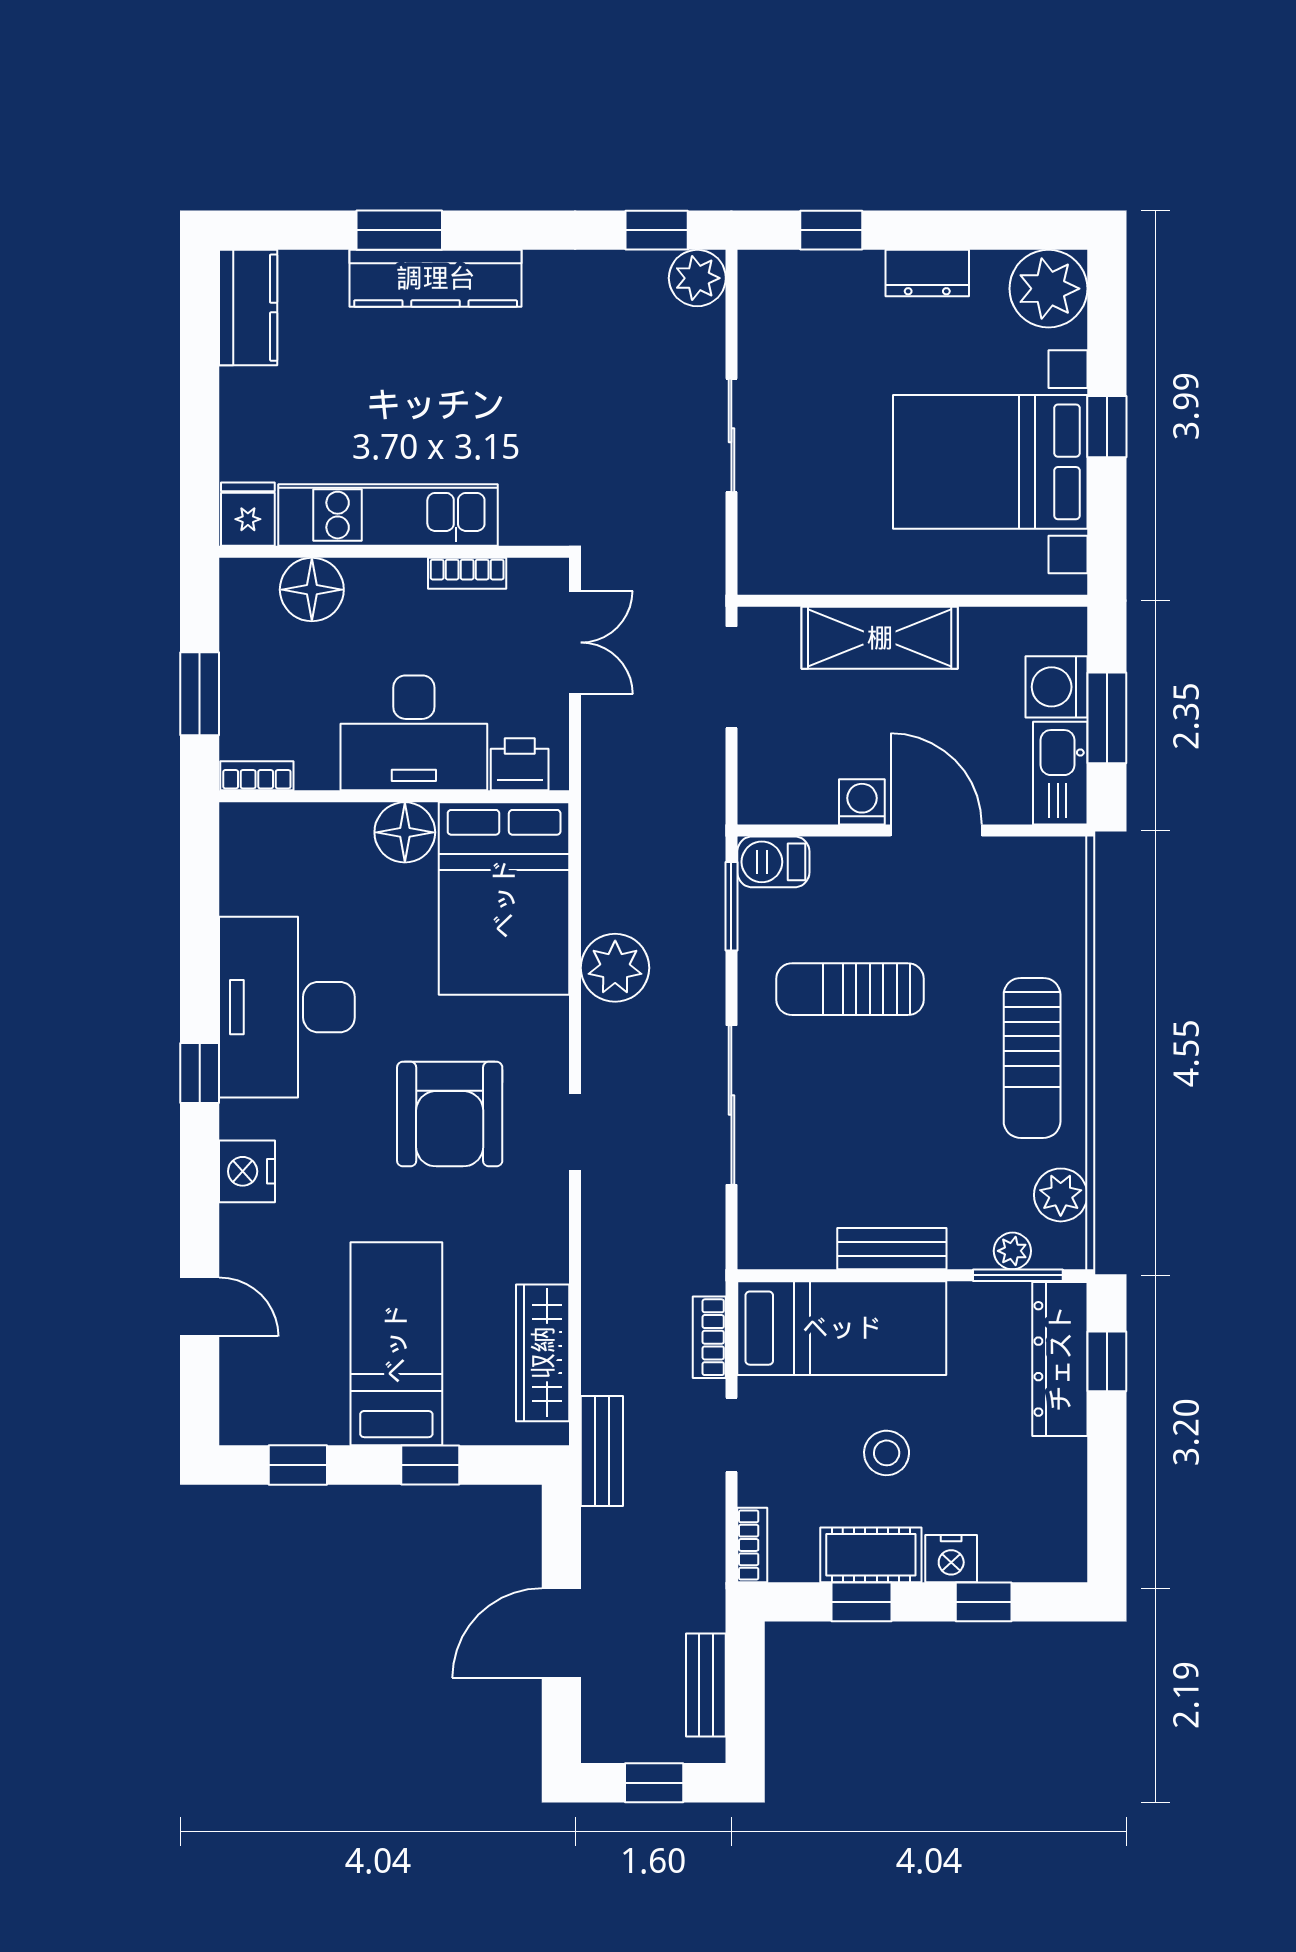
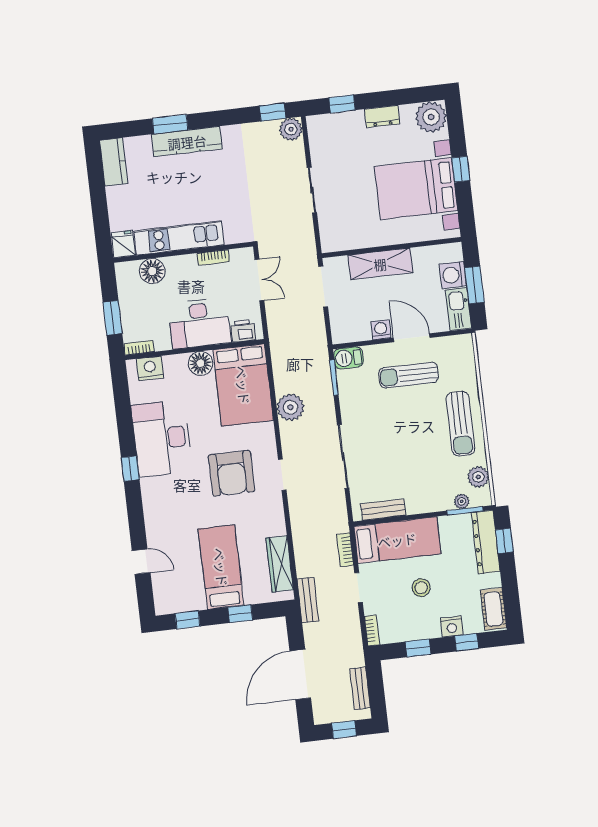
sun lounger: (850, 989) -> (409, 375), moved
nightstand: (247, 1171) -> (150, 368), moved, turned 90
bench: (892, 1249) -> (383, 510), moved
cot: (871, 1555) -> (493, 609), moved, turned 90
door: (561, 1633) -> (300, 674), width x1.36

